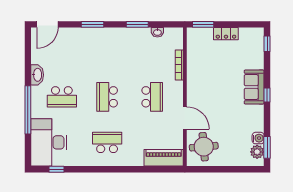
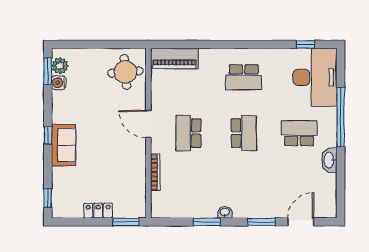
door: (48, 24) -> (301, 222), moved
washbasin: (157, 32) -> (225, 212), moved
door: (185, 118) -> (148, 124), moved

